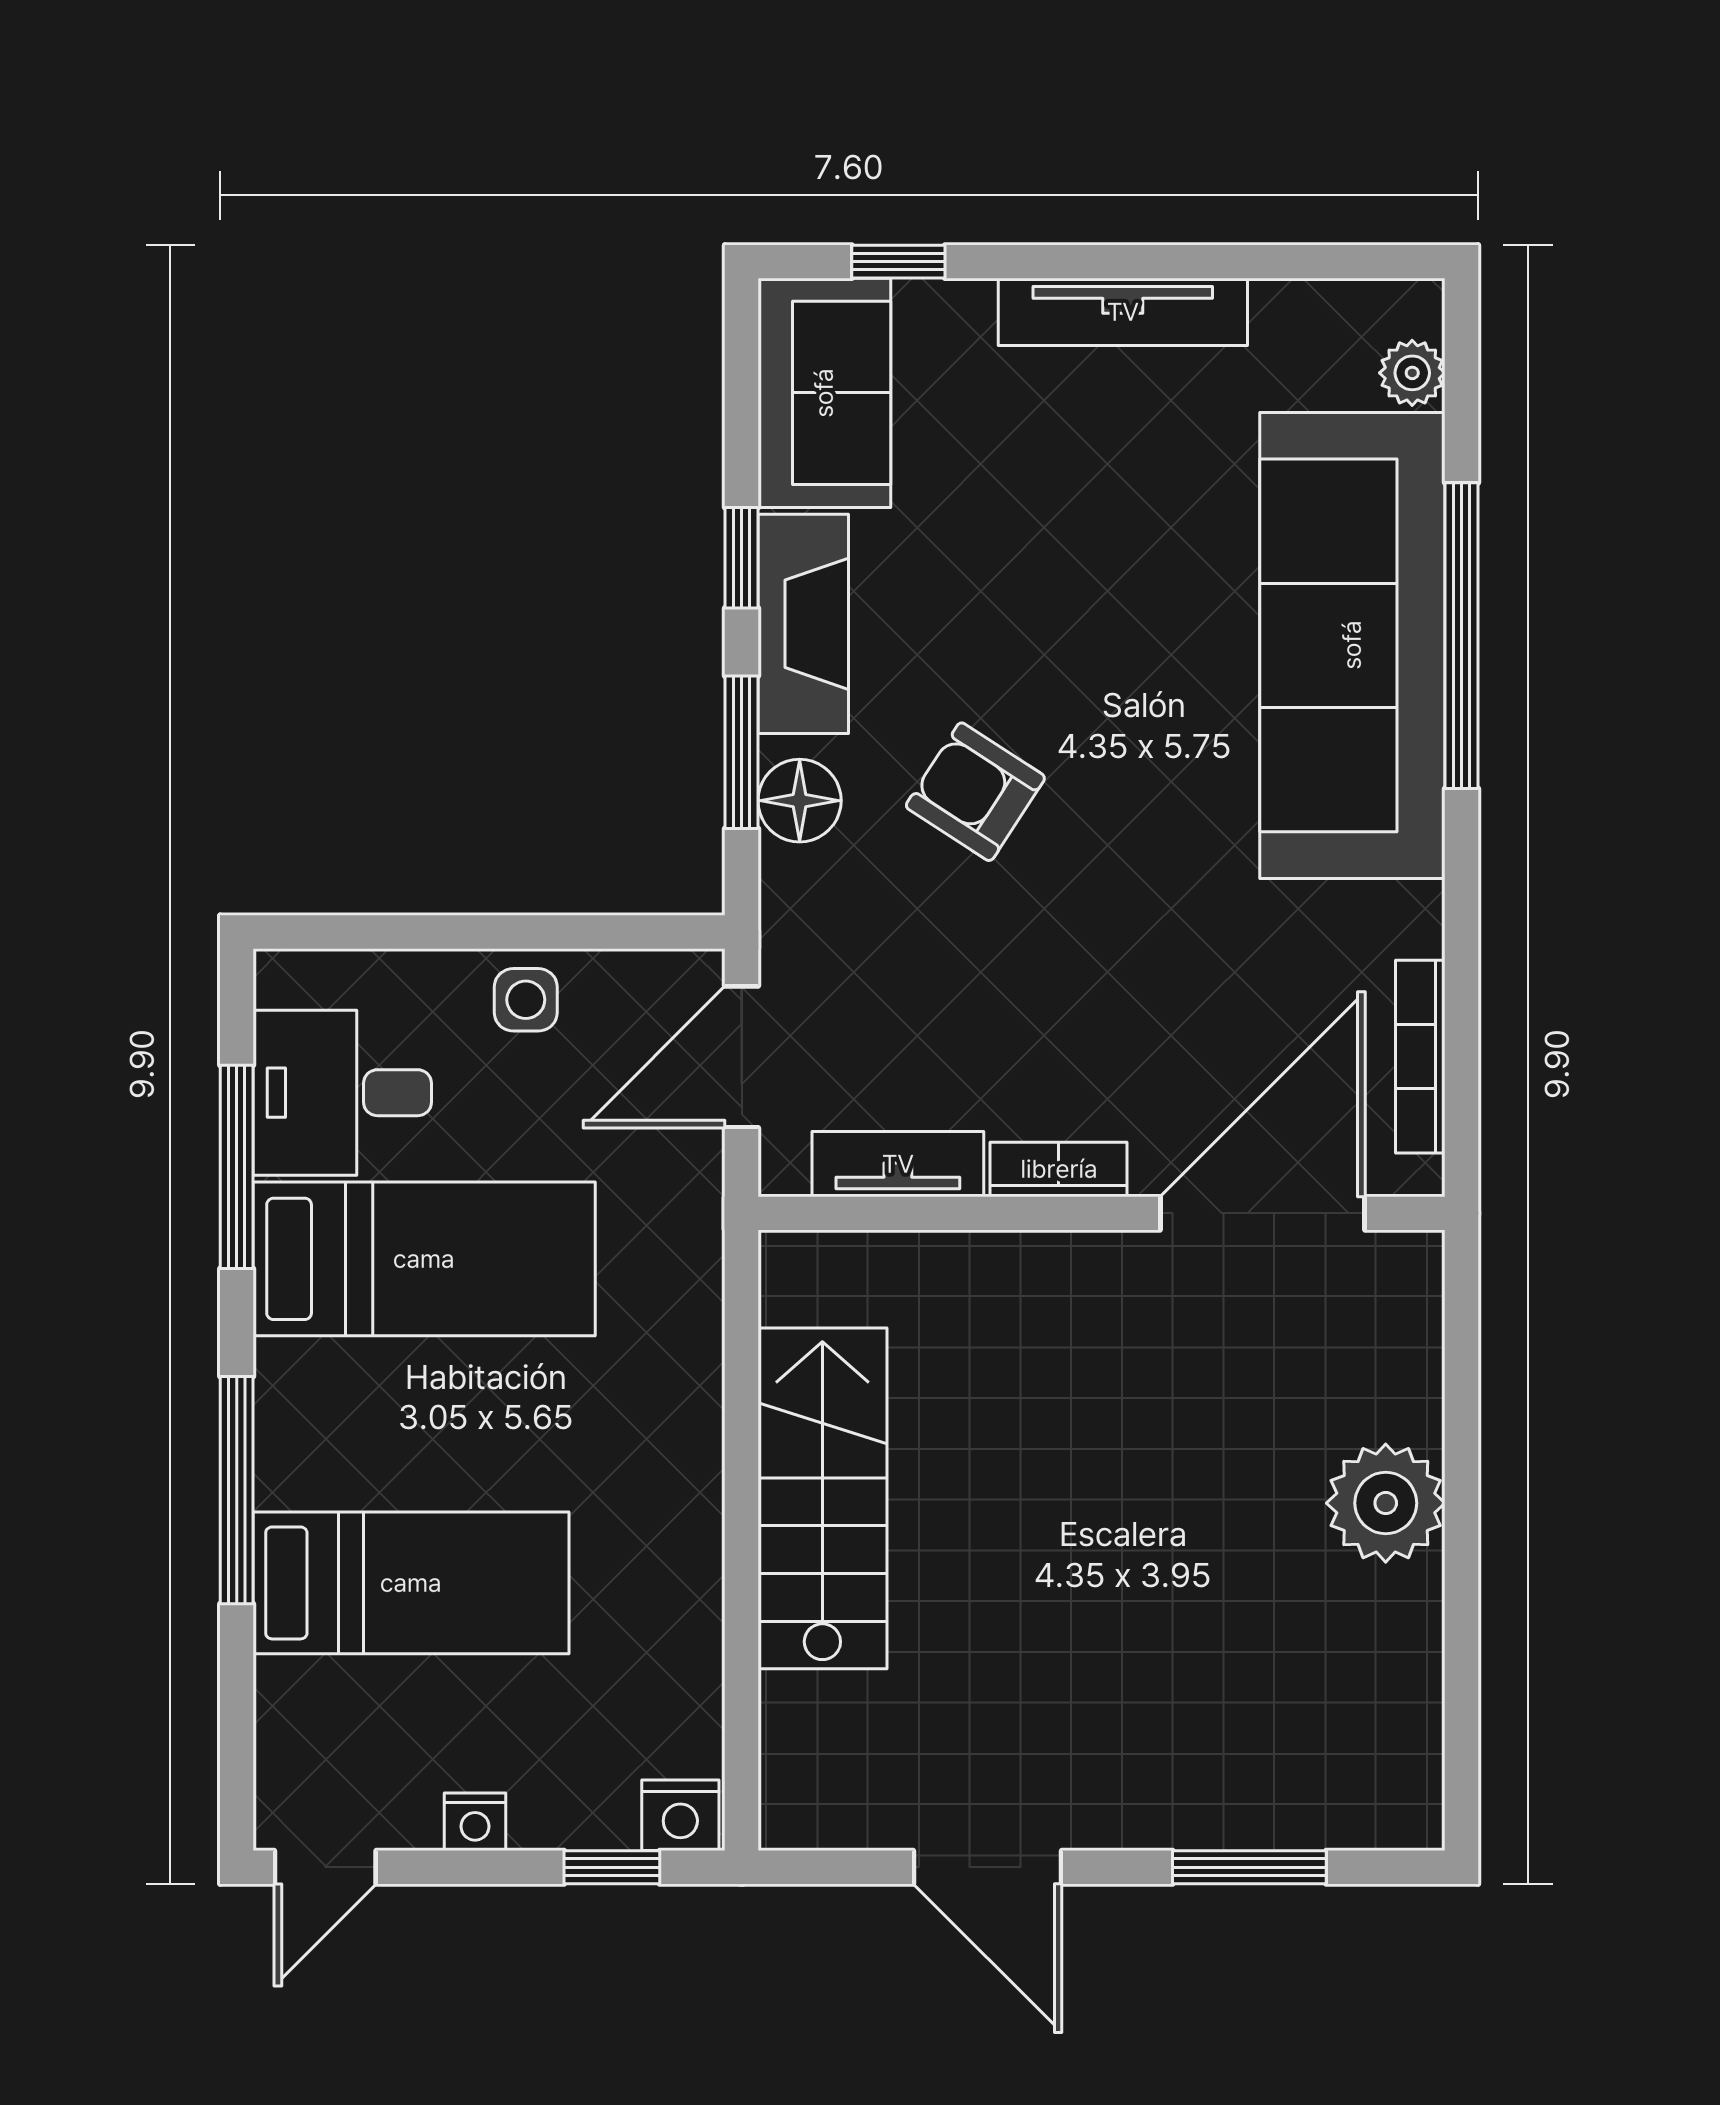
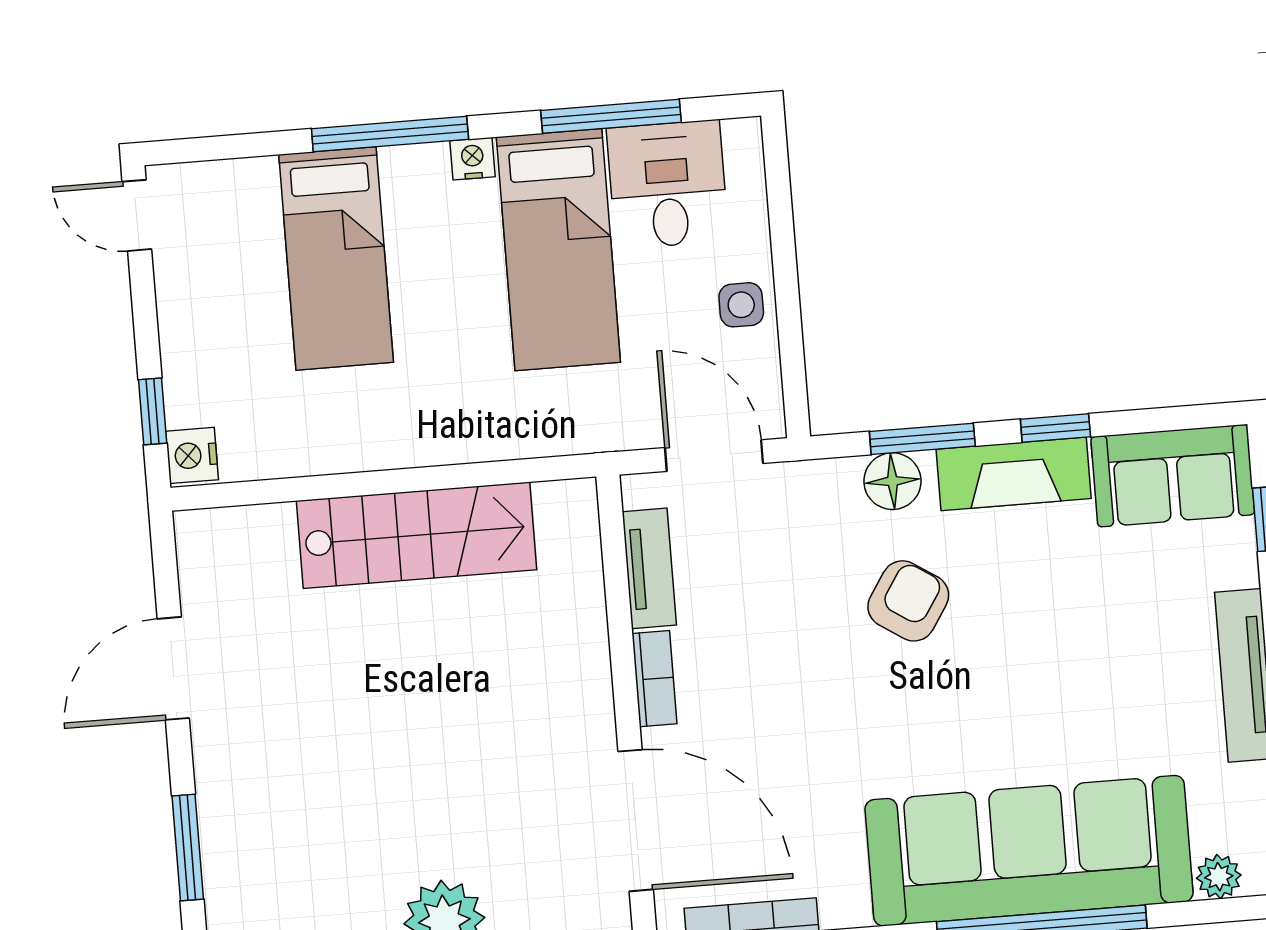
nightstand: (475, 1822) -> (472, 159), moved, turned 90

